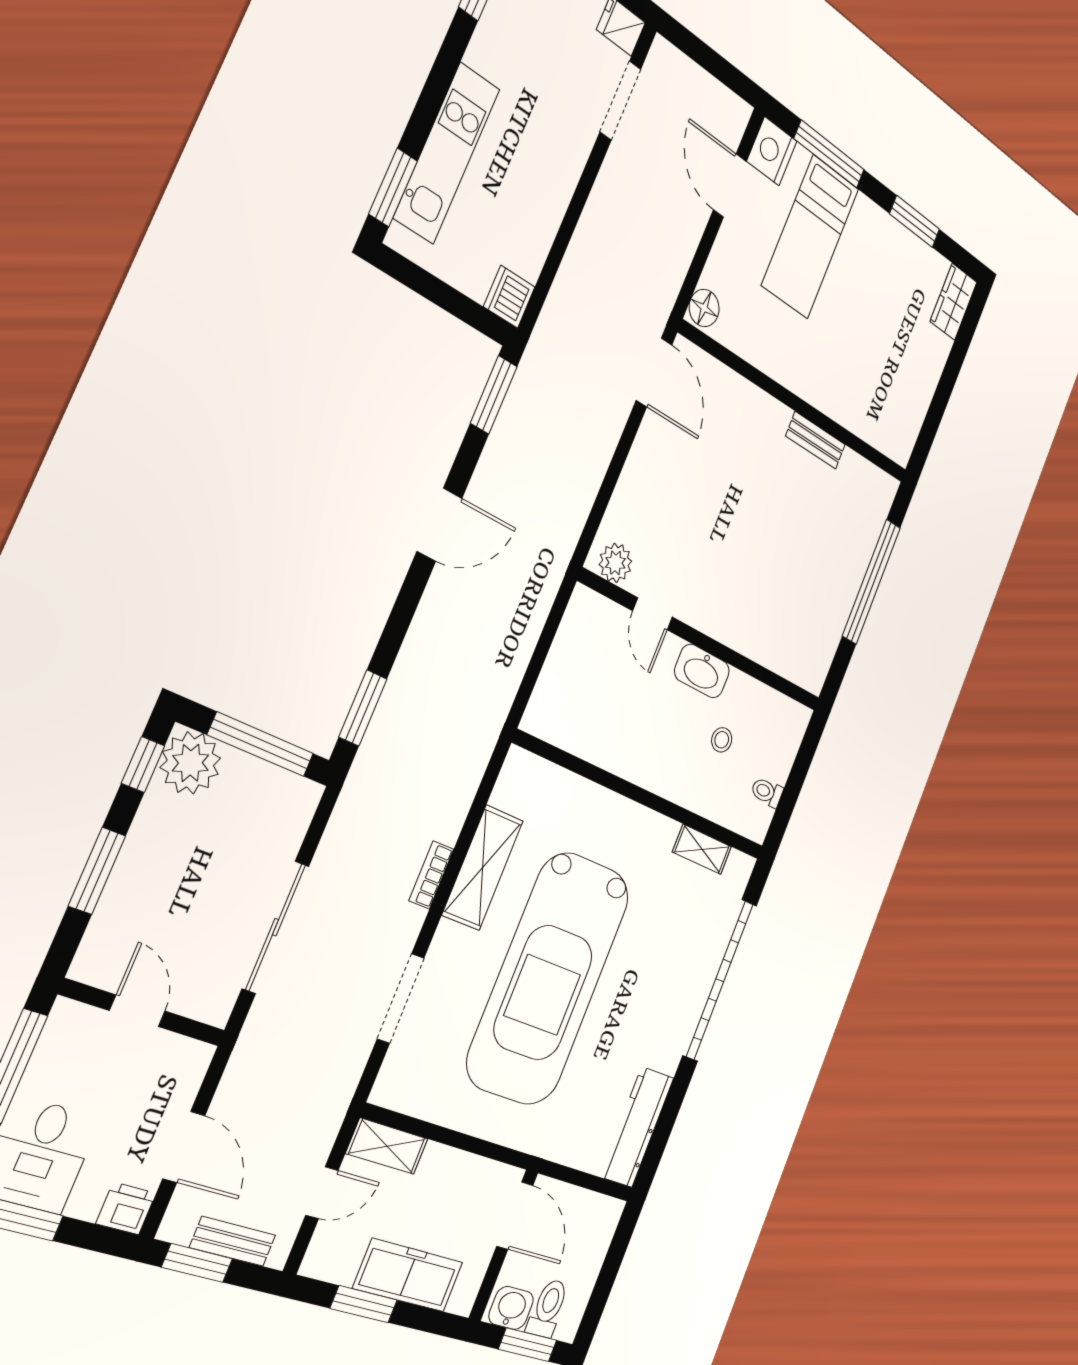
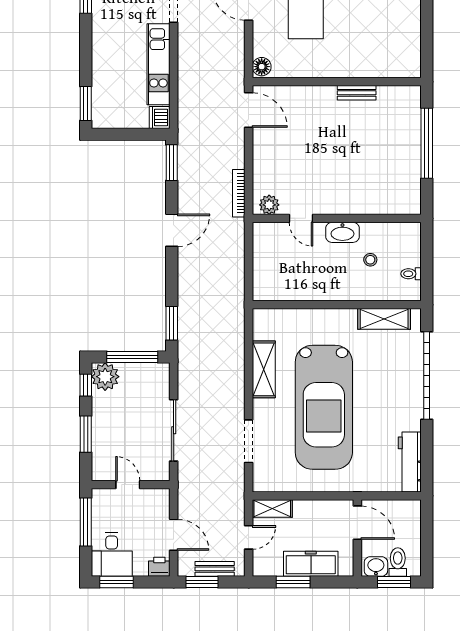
kitchen unit: (447, 153) -> (158, 64), moved, turned 180
shelving: (702, 849) -> (384, 319), width x1.50, depth x1.33
bookcase: (431, 875) -> (239, 193), moved, width x1.56

